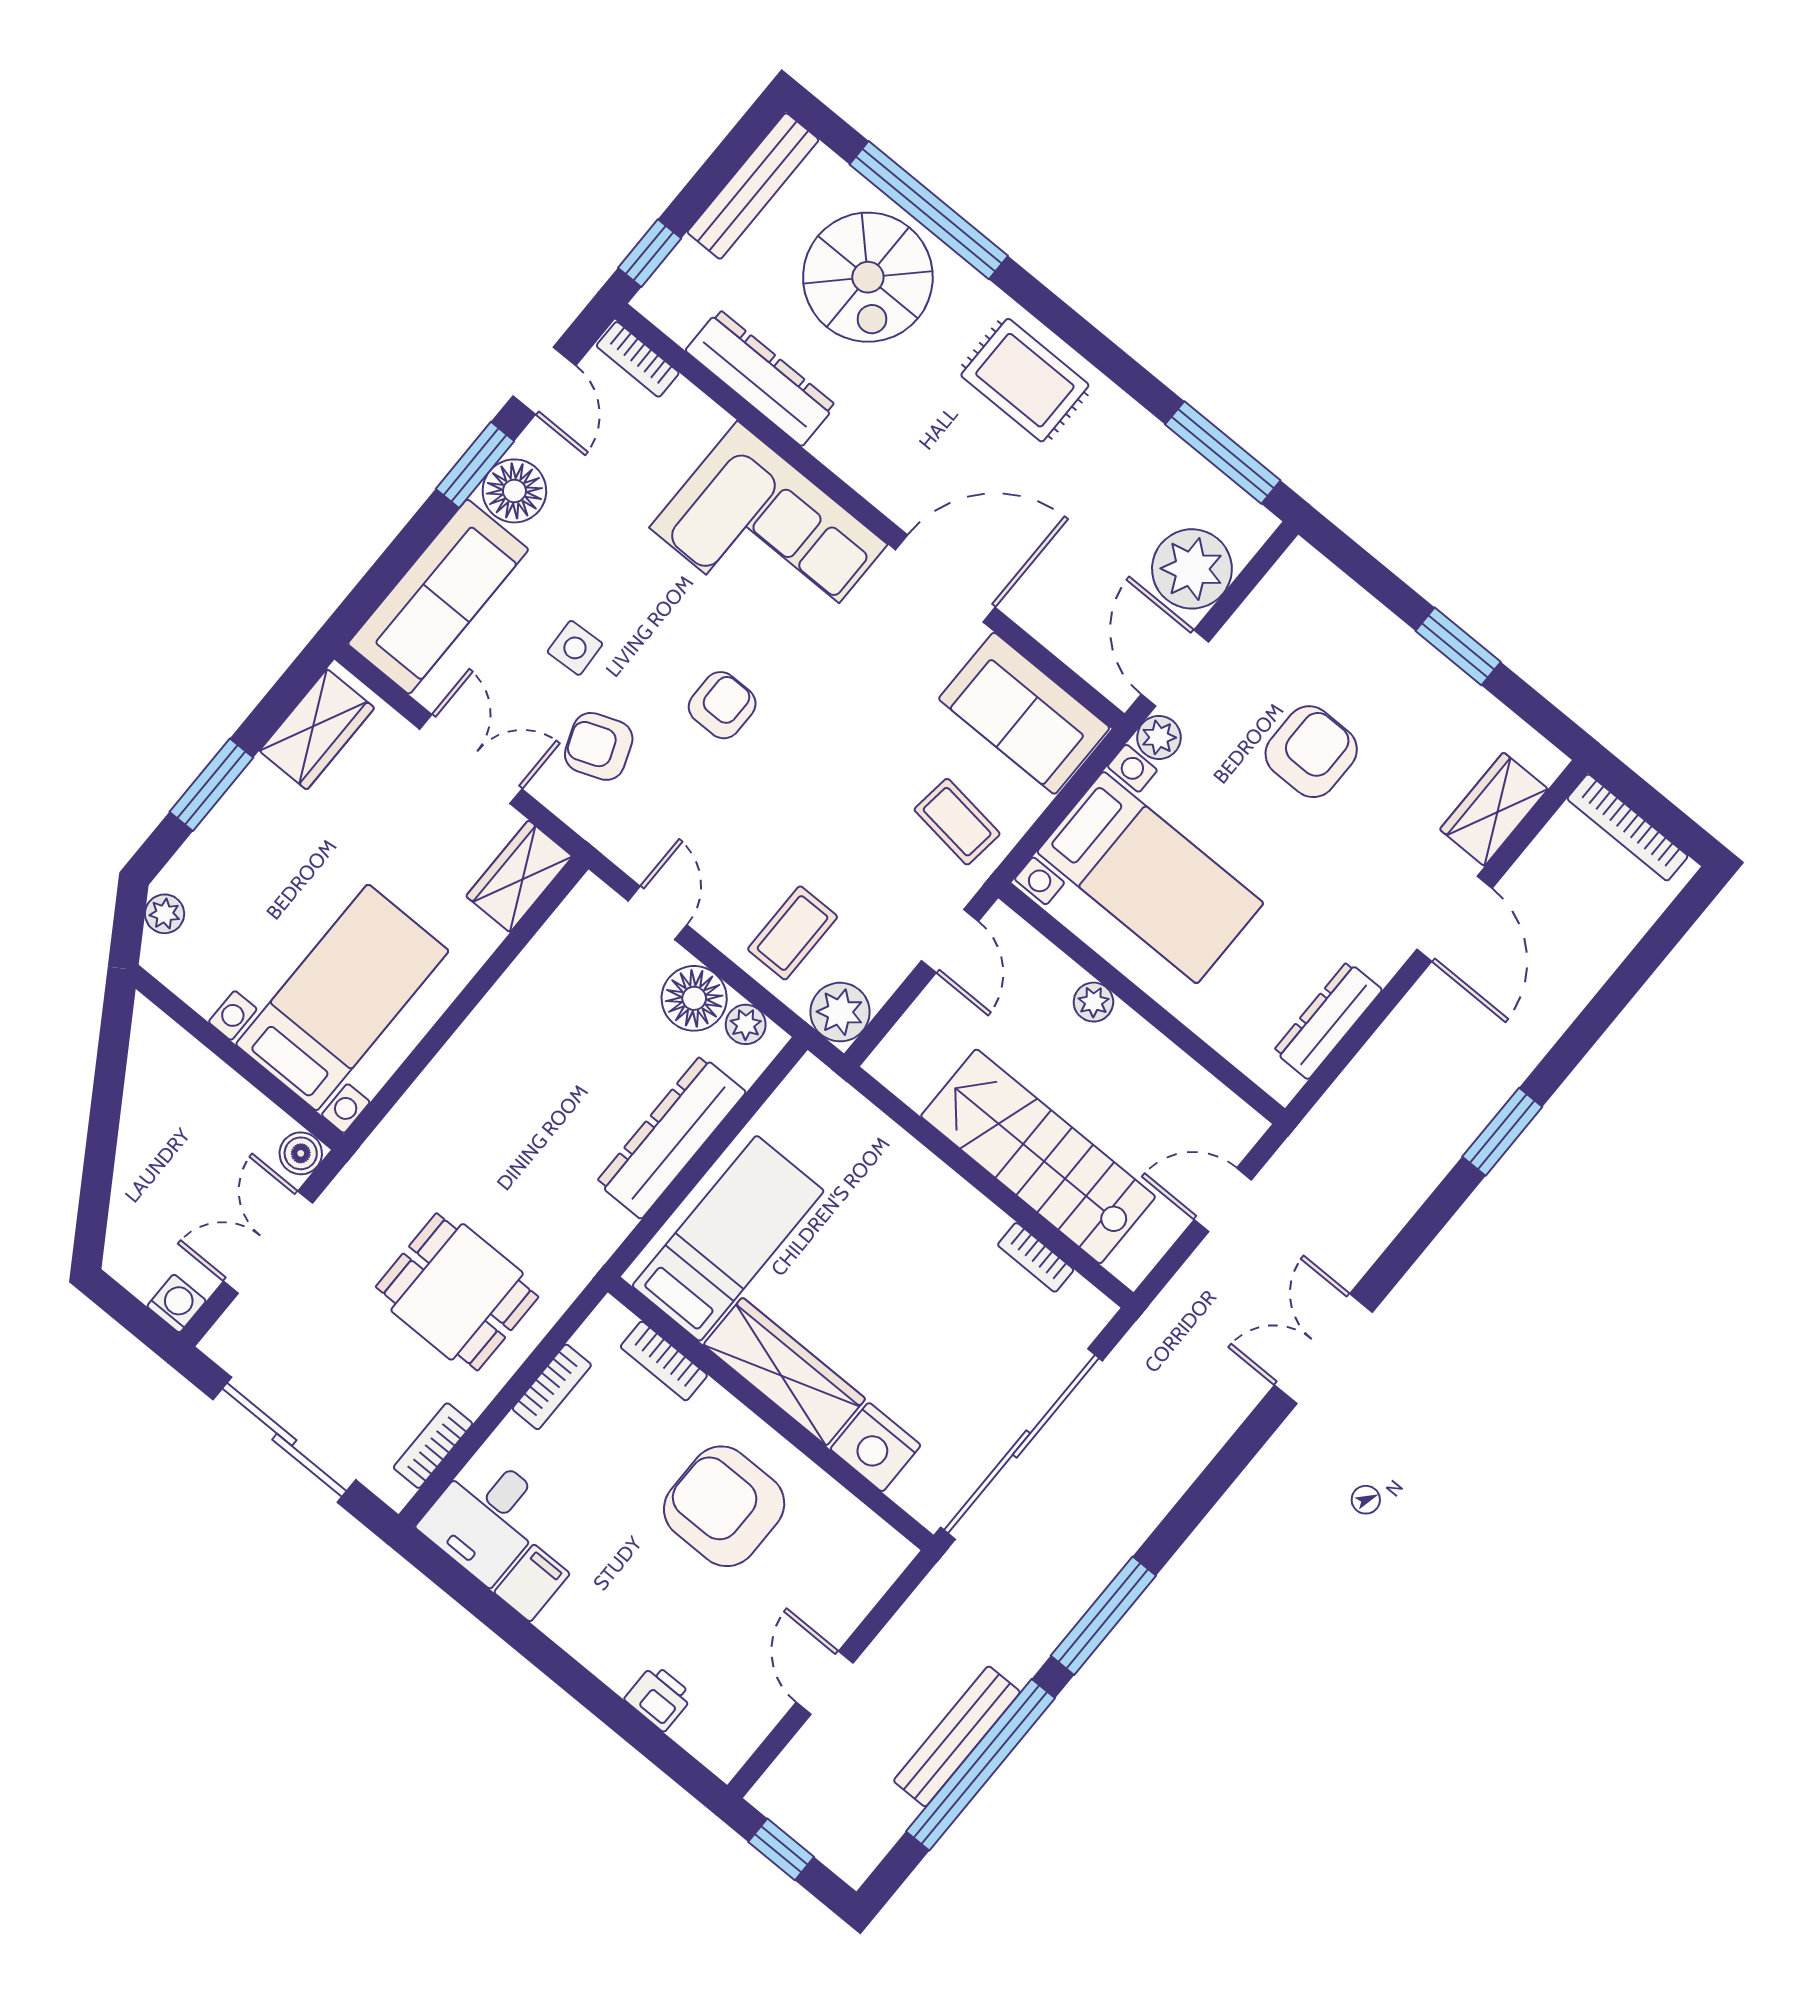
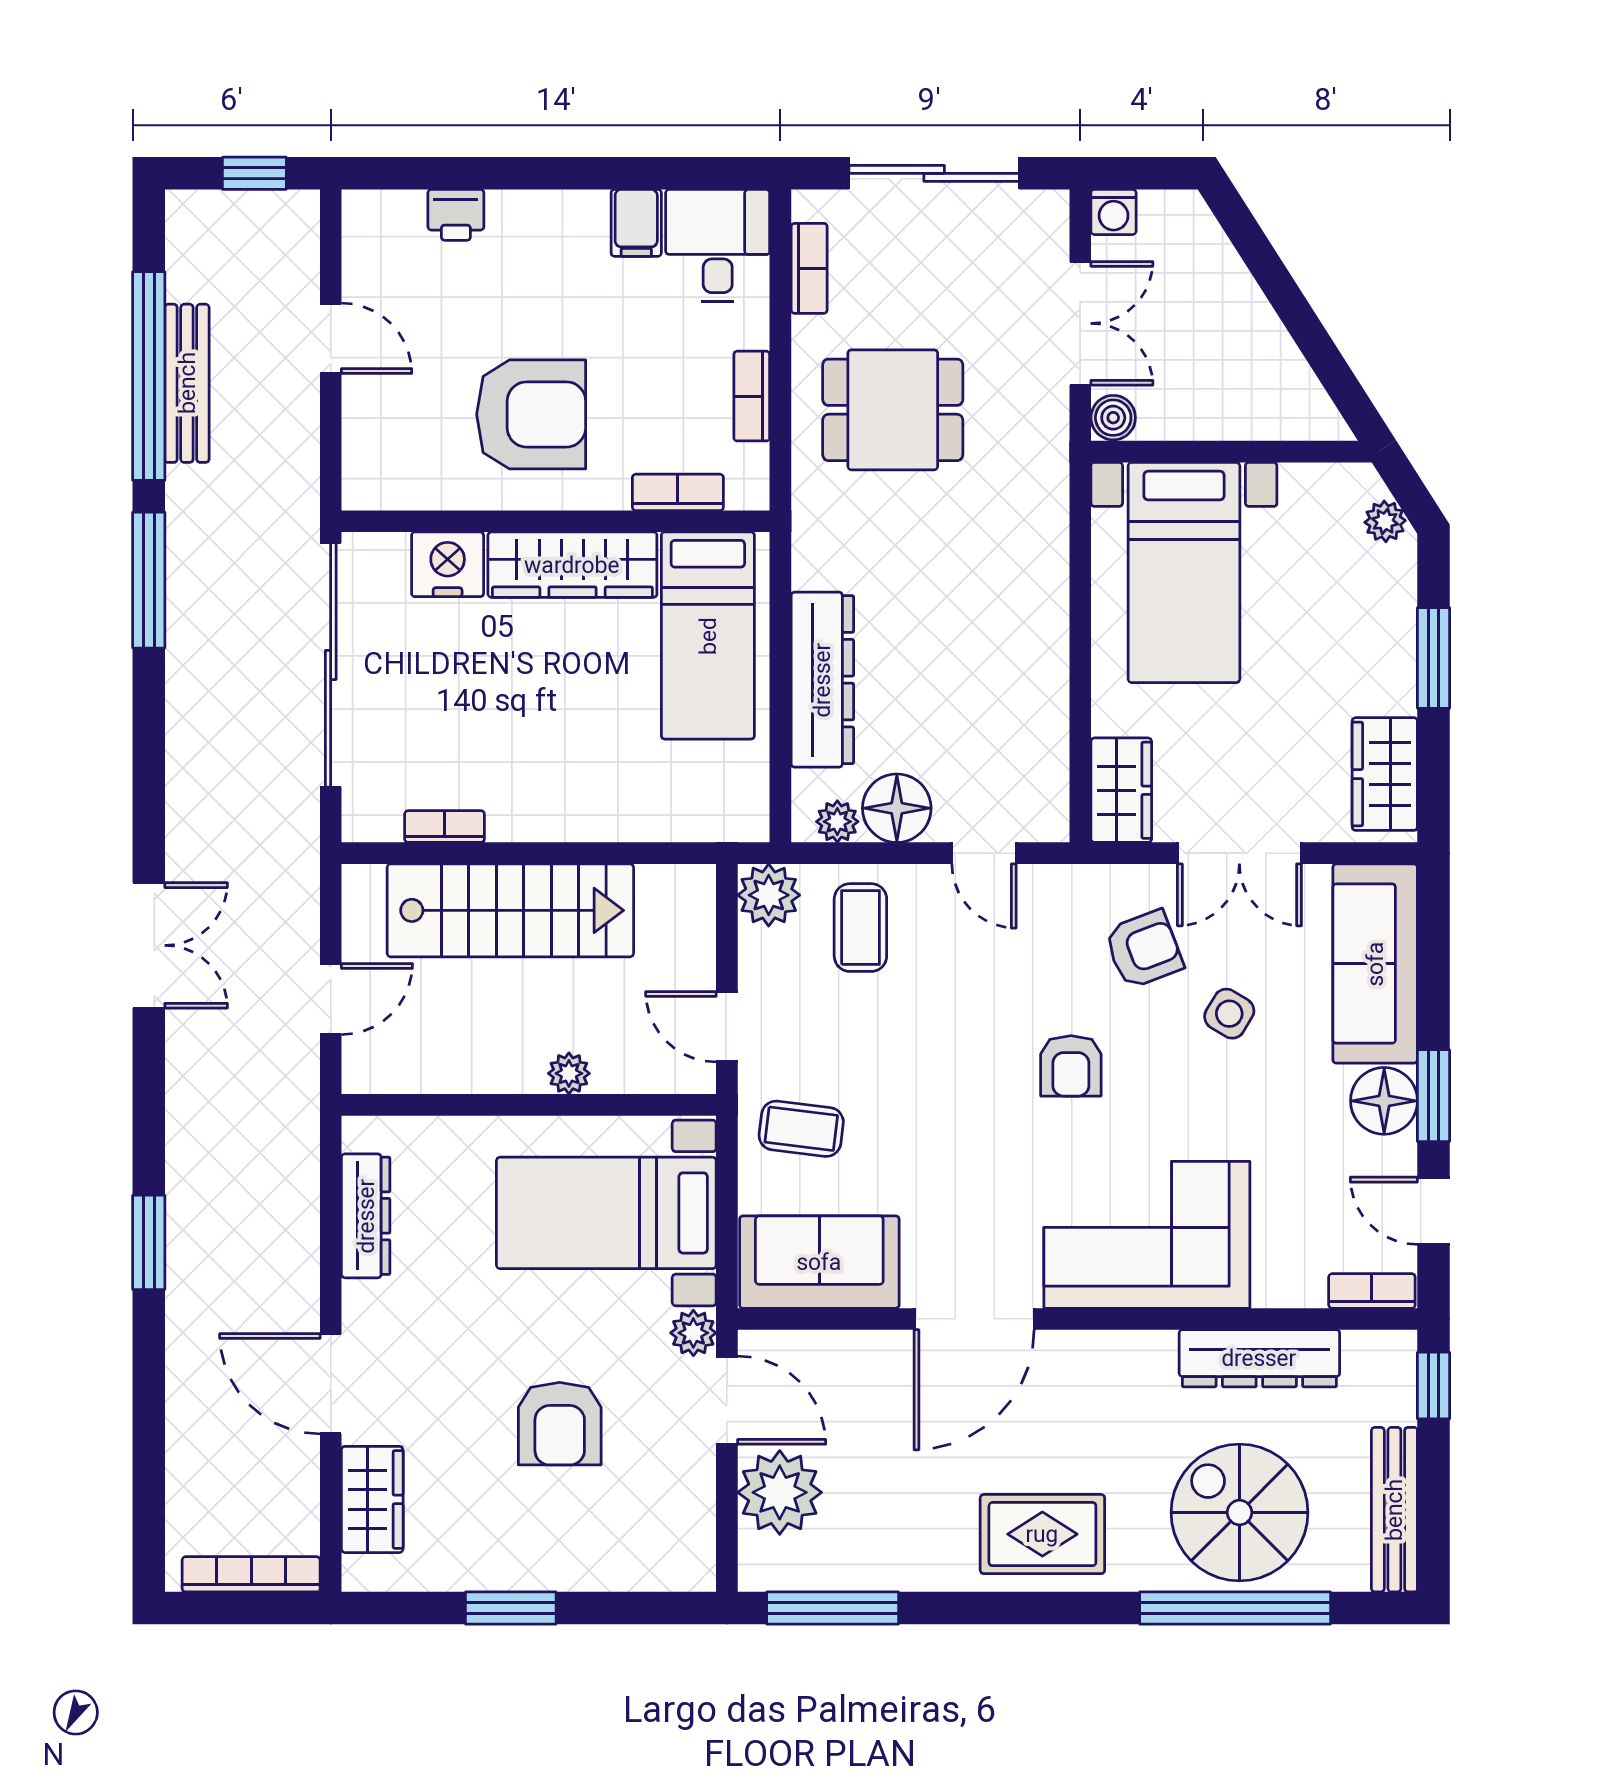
side table: (575, 648) -> (1229, 1014), turned 34

